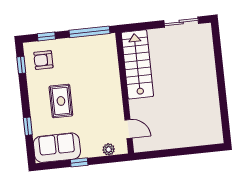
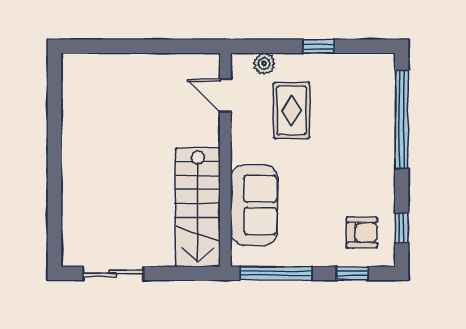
rug: (61, 101) -> (292, 110), moved
window: (28, 126) -> (402, 119), width x3.17
sofa: (57, 148) -> (254, 205), moved, turned -90

